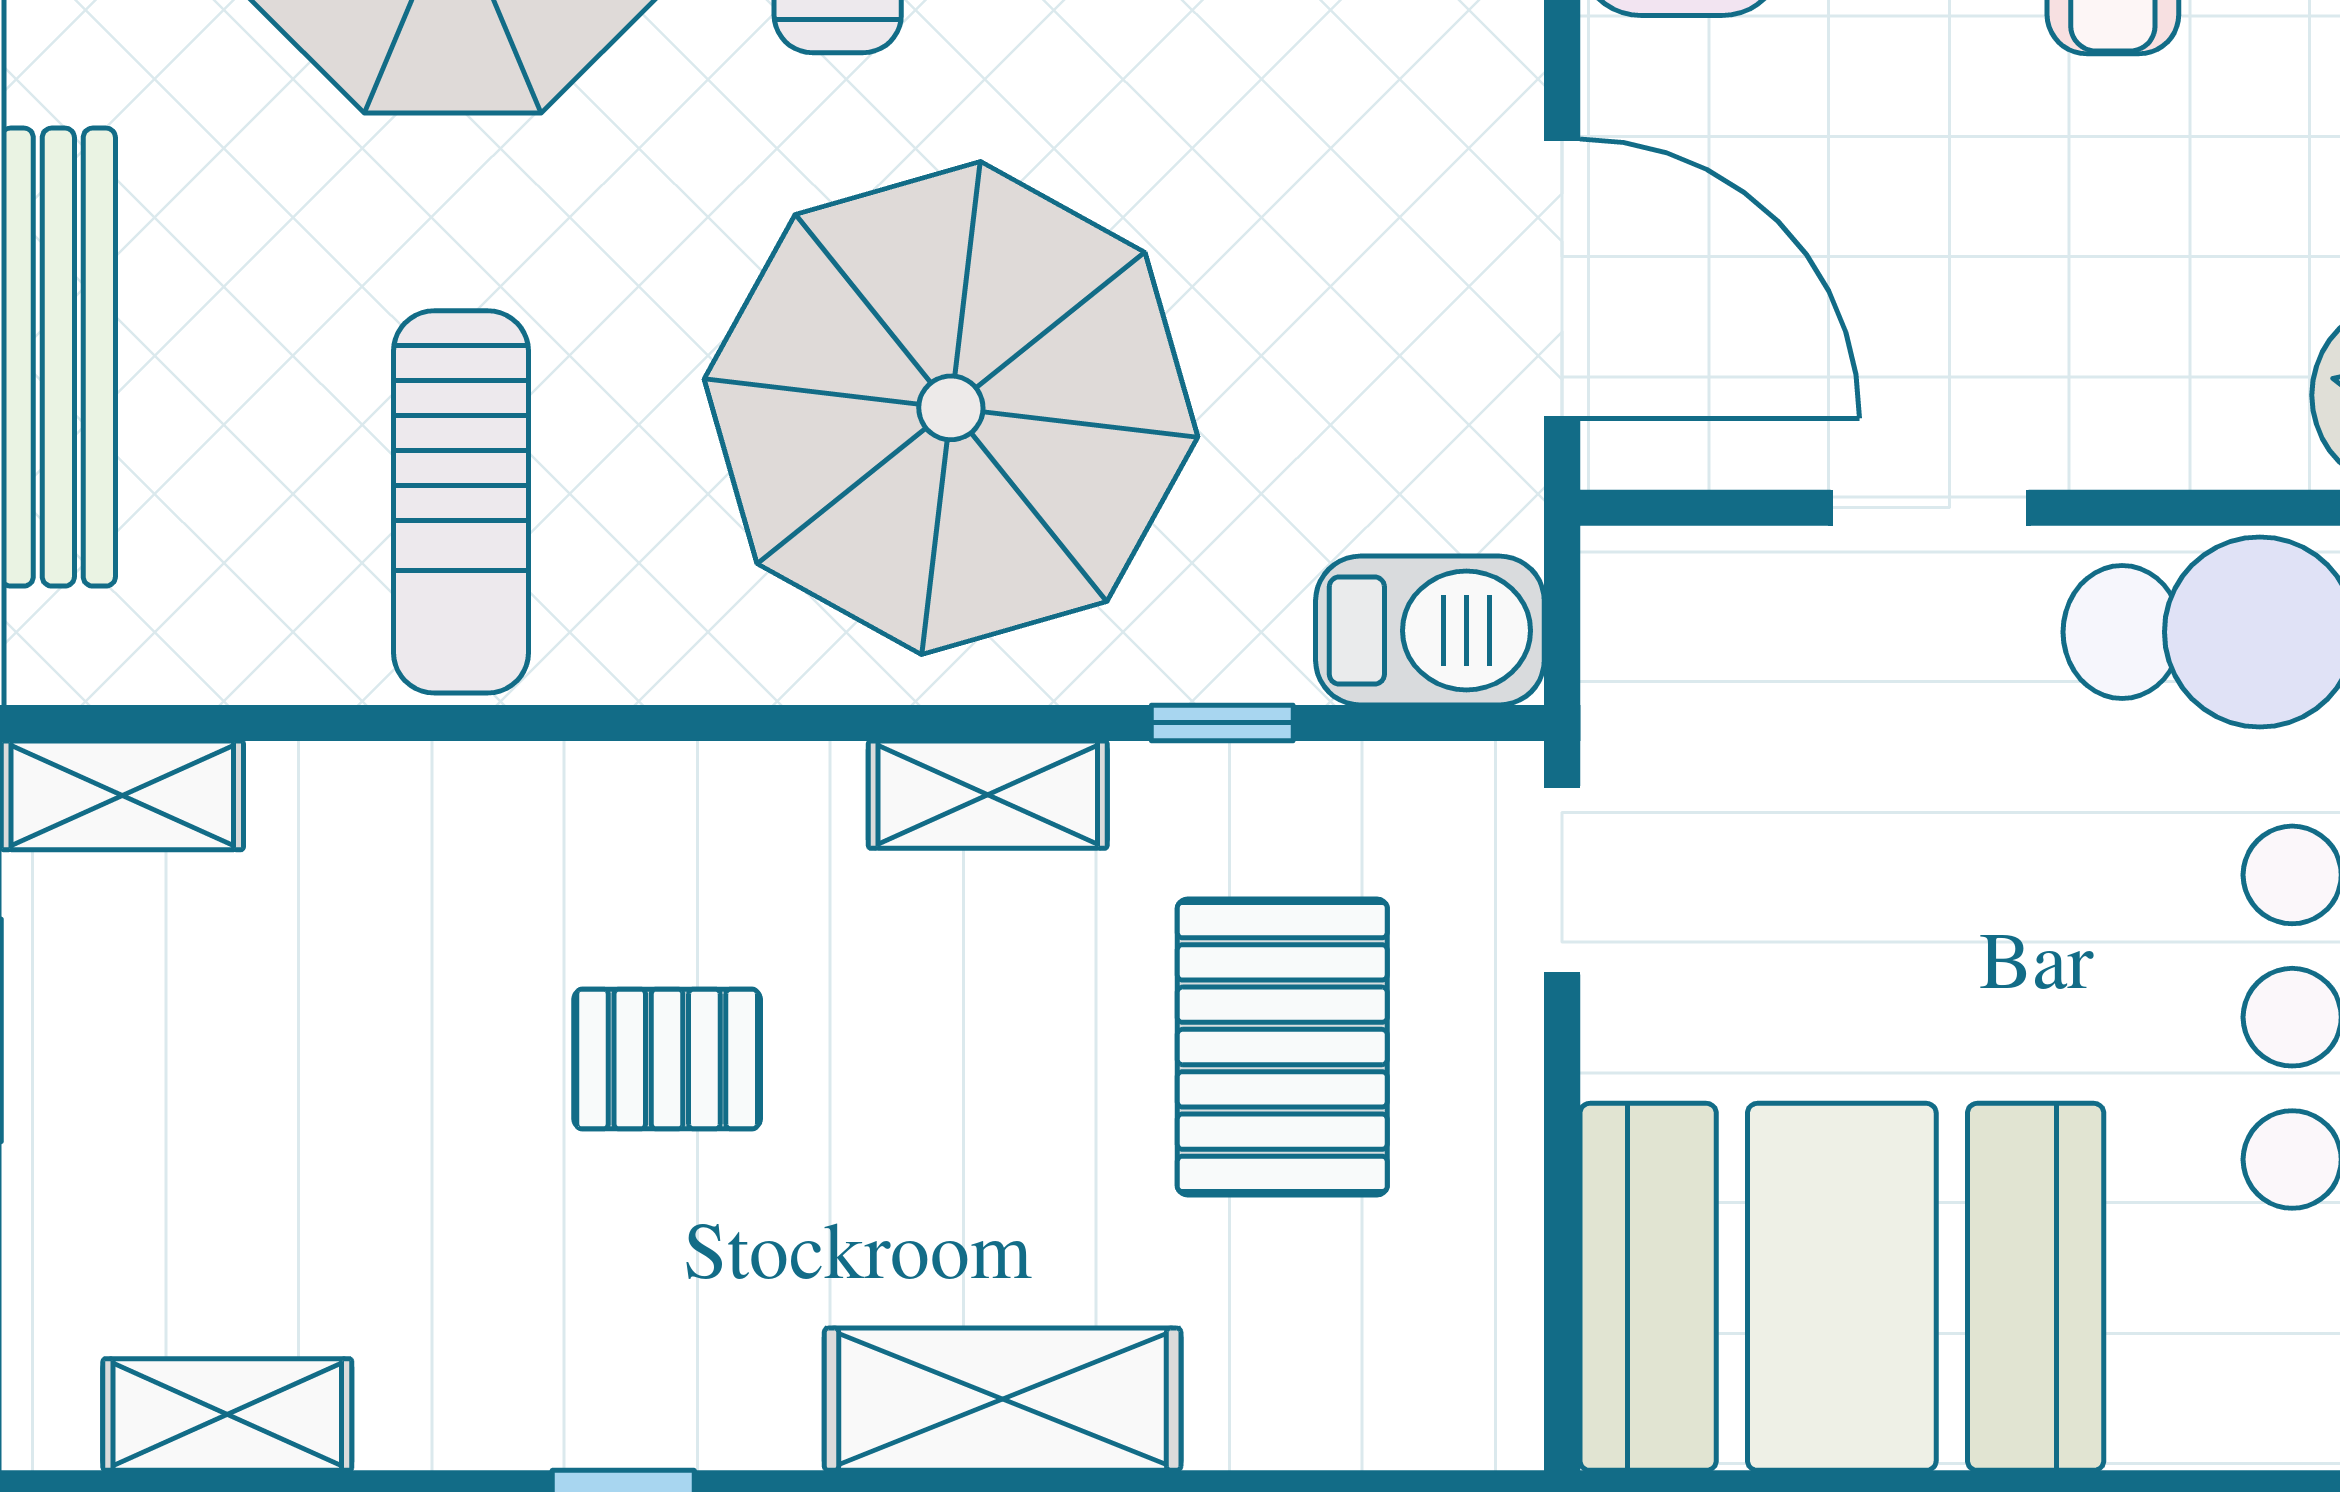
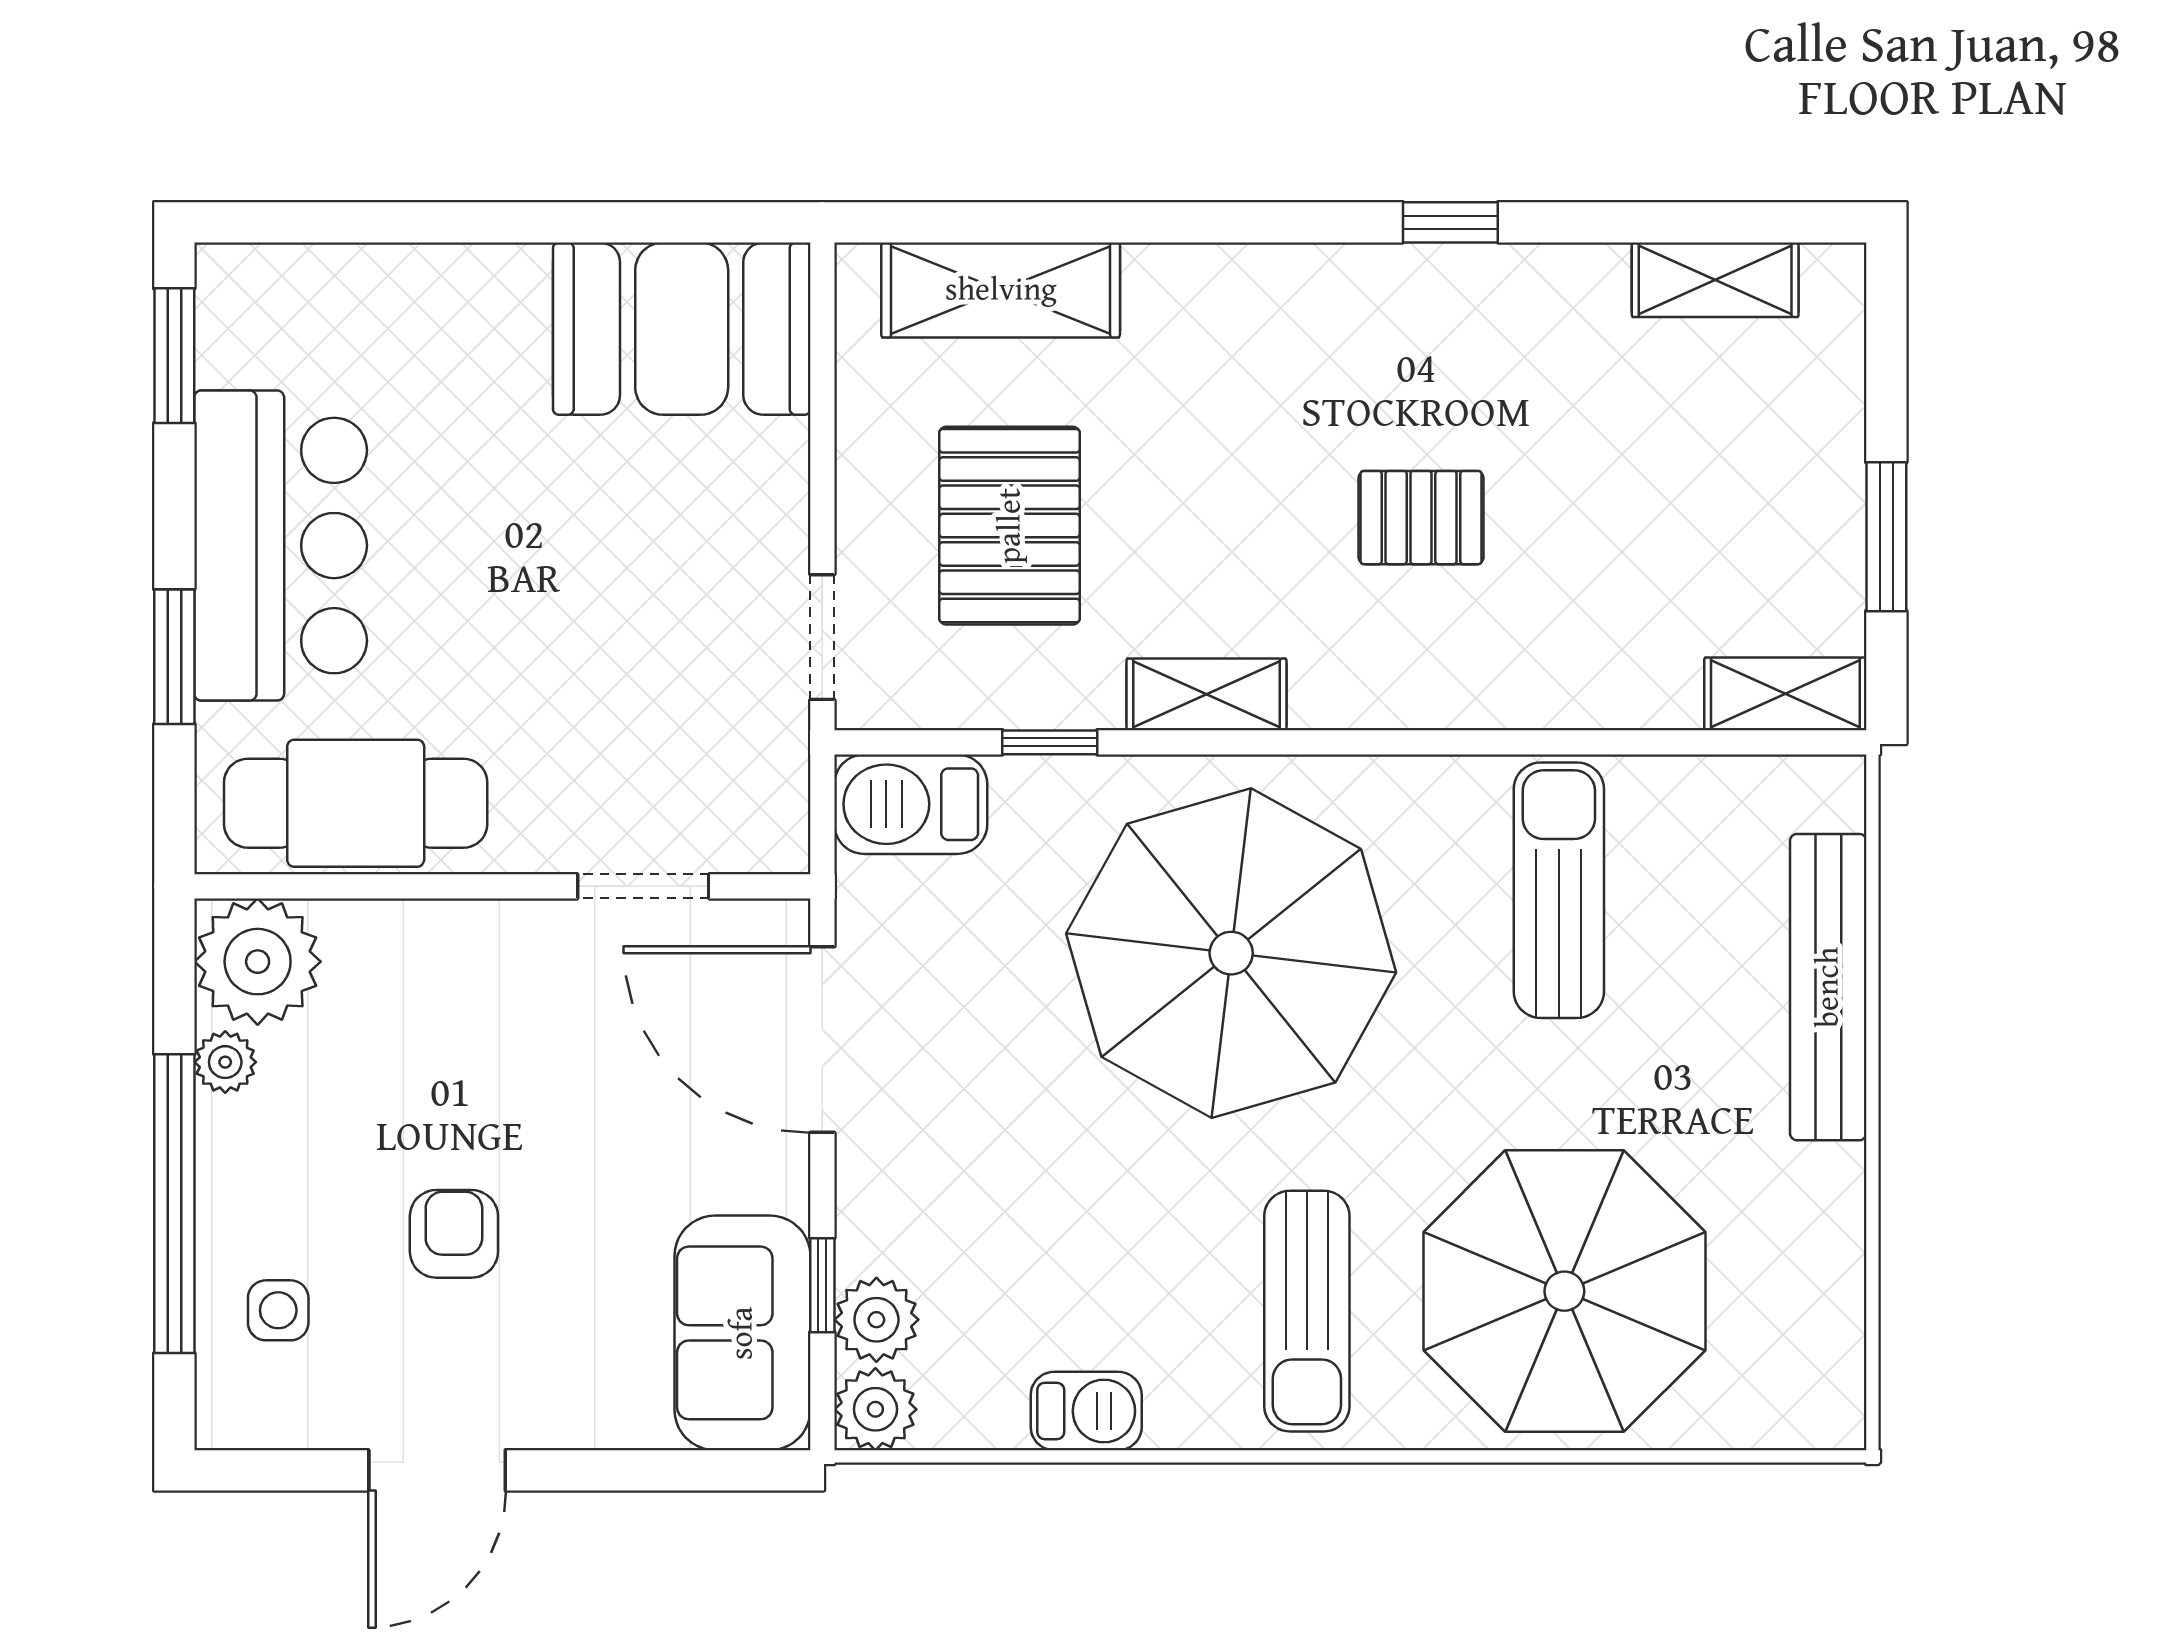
doorway: (1930, 508) -> (643, 886), moved
booth: (1842, 1287) -> (682, 329), width x0.73, depth x0.70
shelving: (1003, 1399) -> (1001, 290), moved

